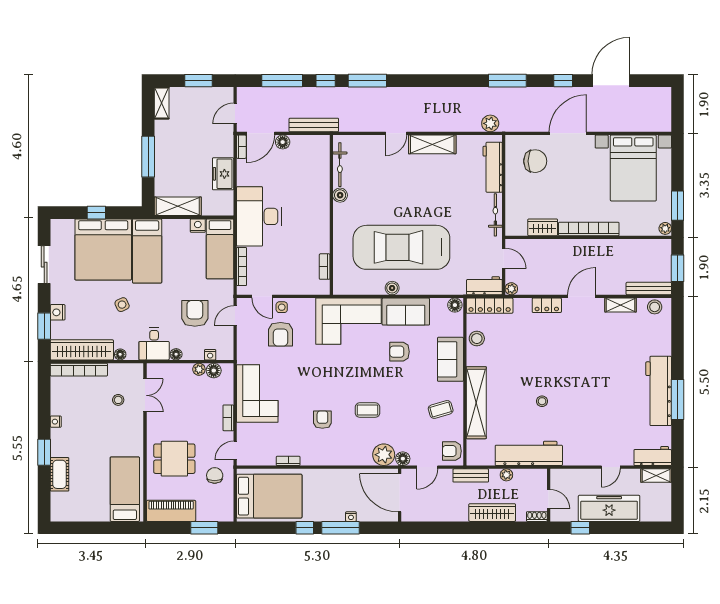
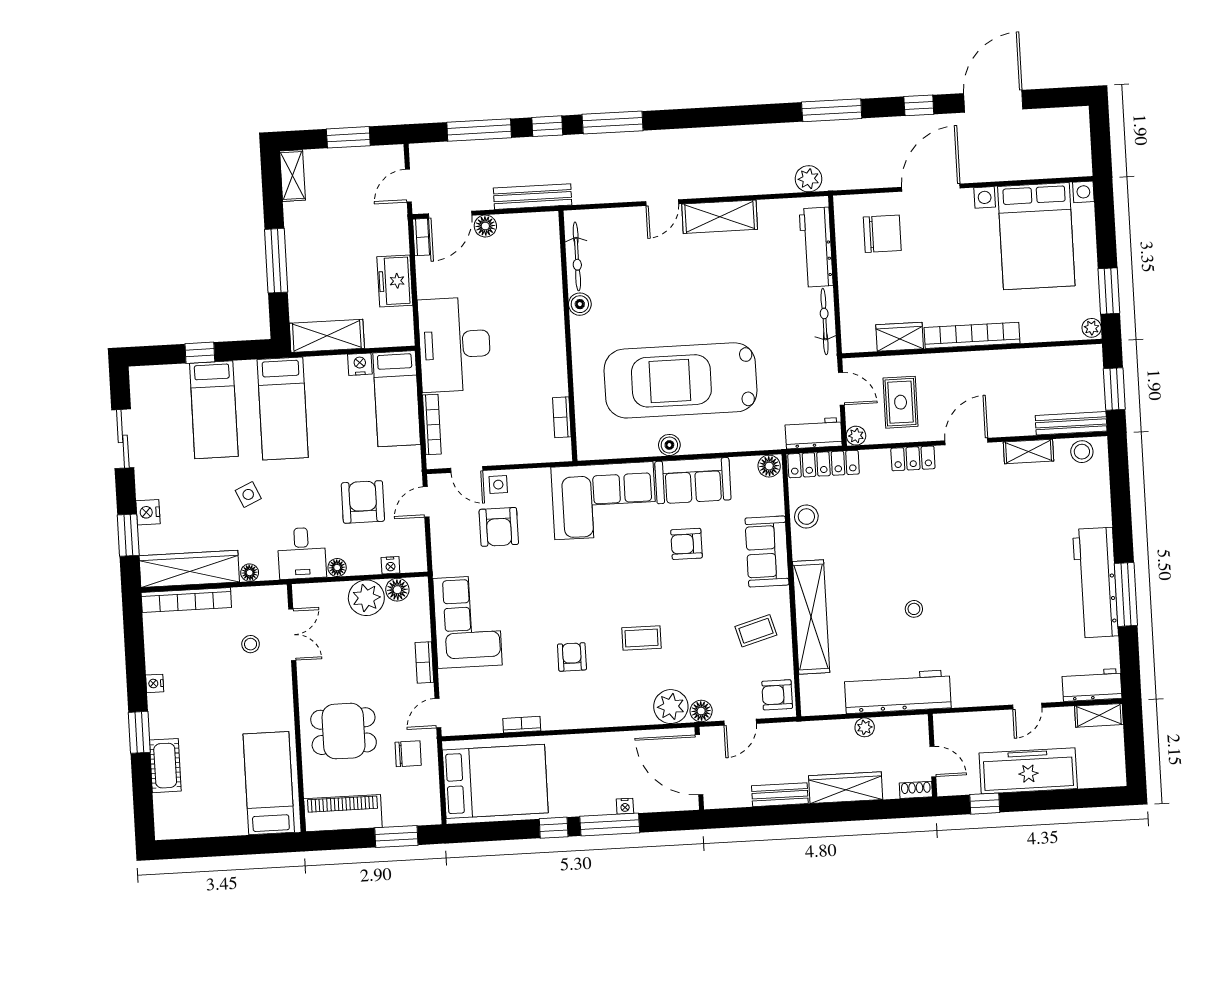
bed: (103, 249) -> (214, 410), width x0.49
rug: (541, 269) -> (901, 402), added
plant: (199, 369) -> (366, 598), width x1.88, depth x1.88
chair: (215, 475) -> (408, 754), turned 90
bench: (471, 475) -> (780, 795), moved

